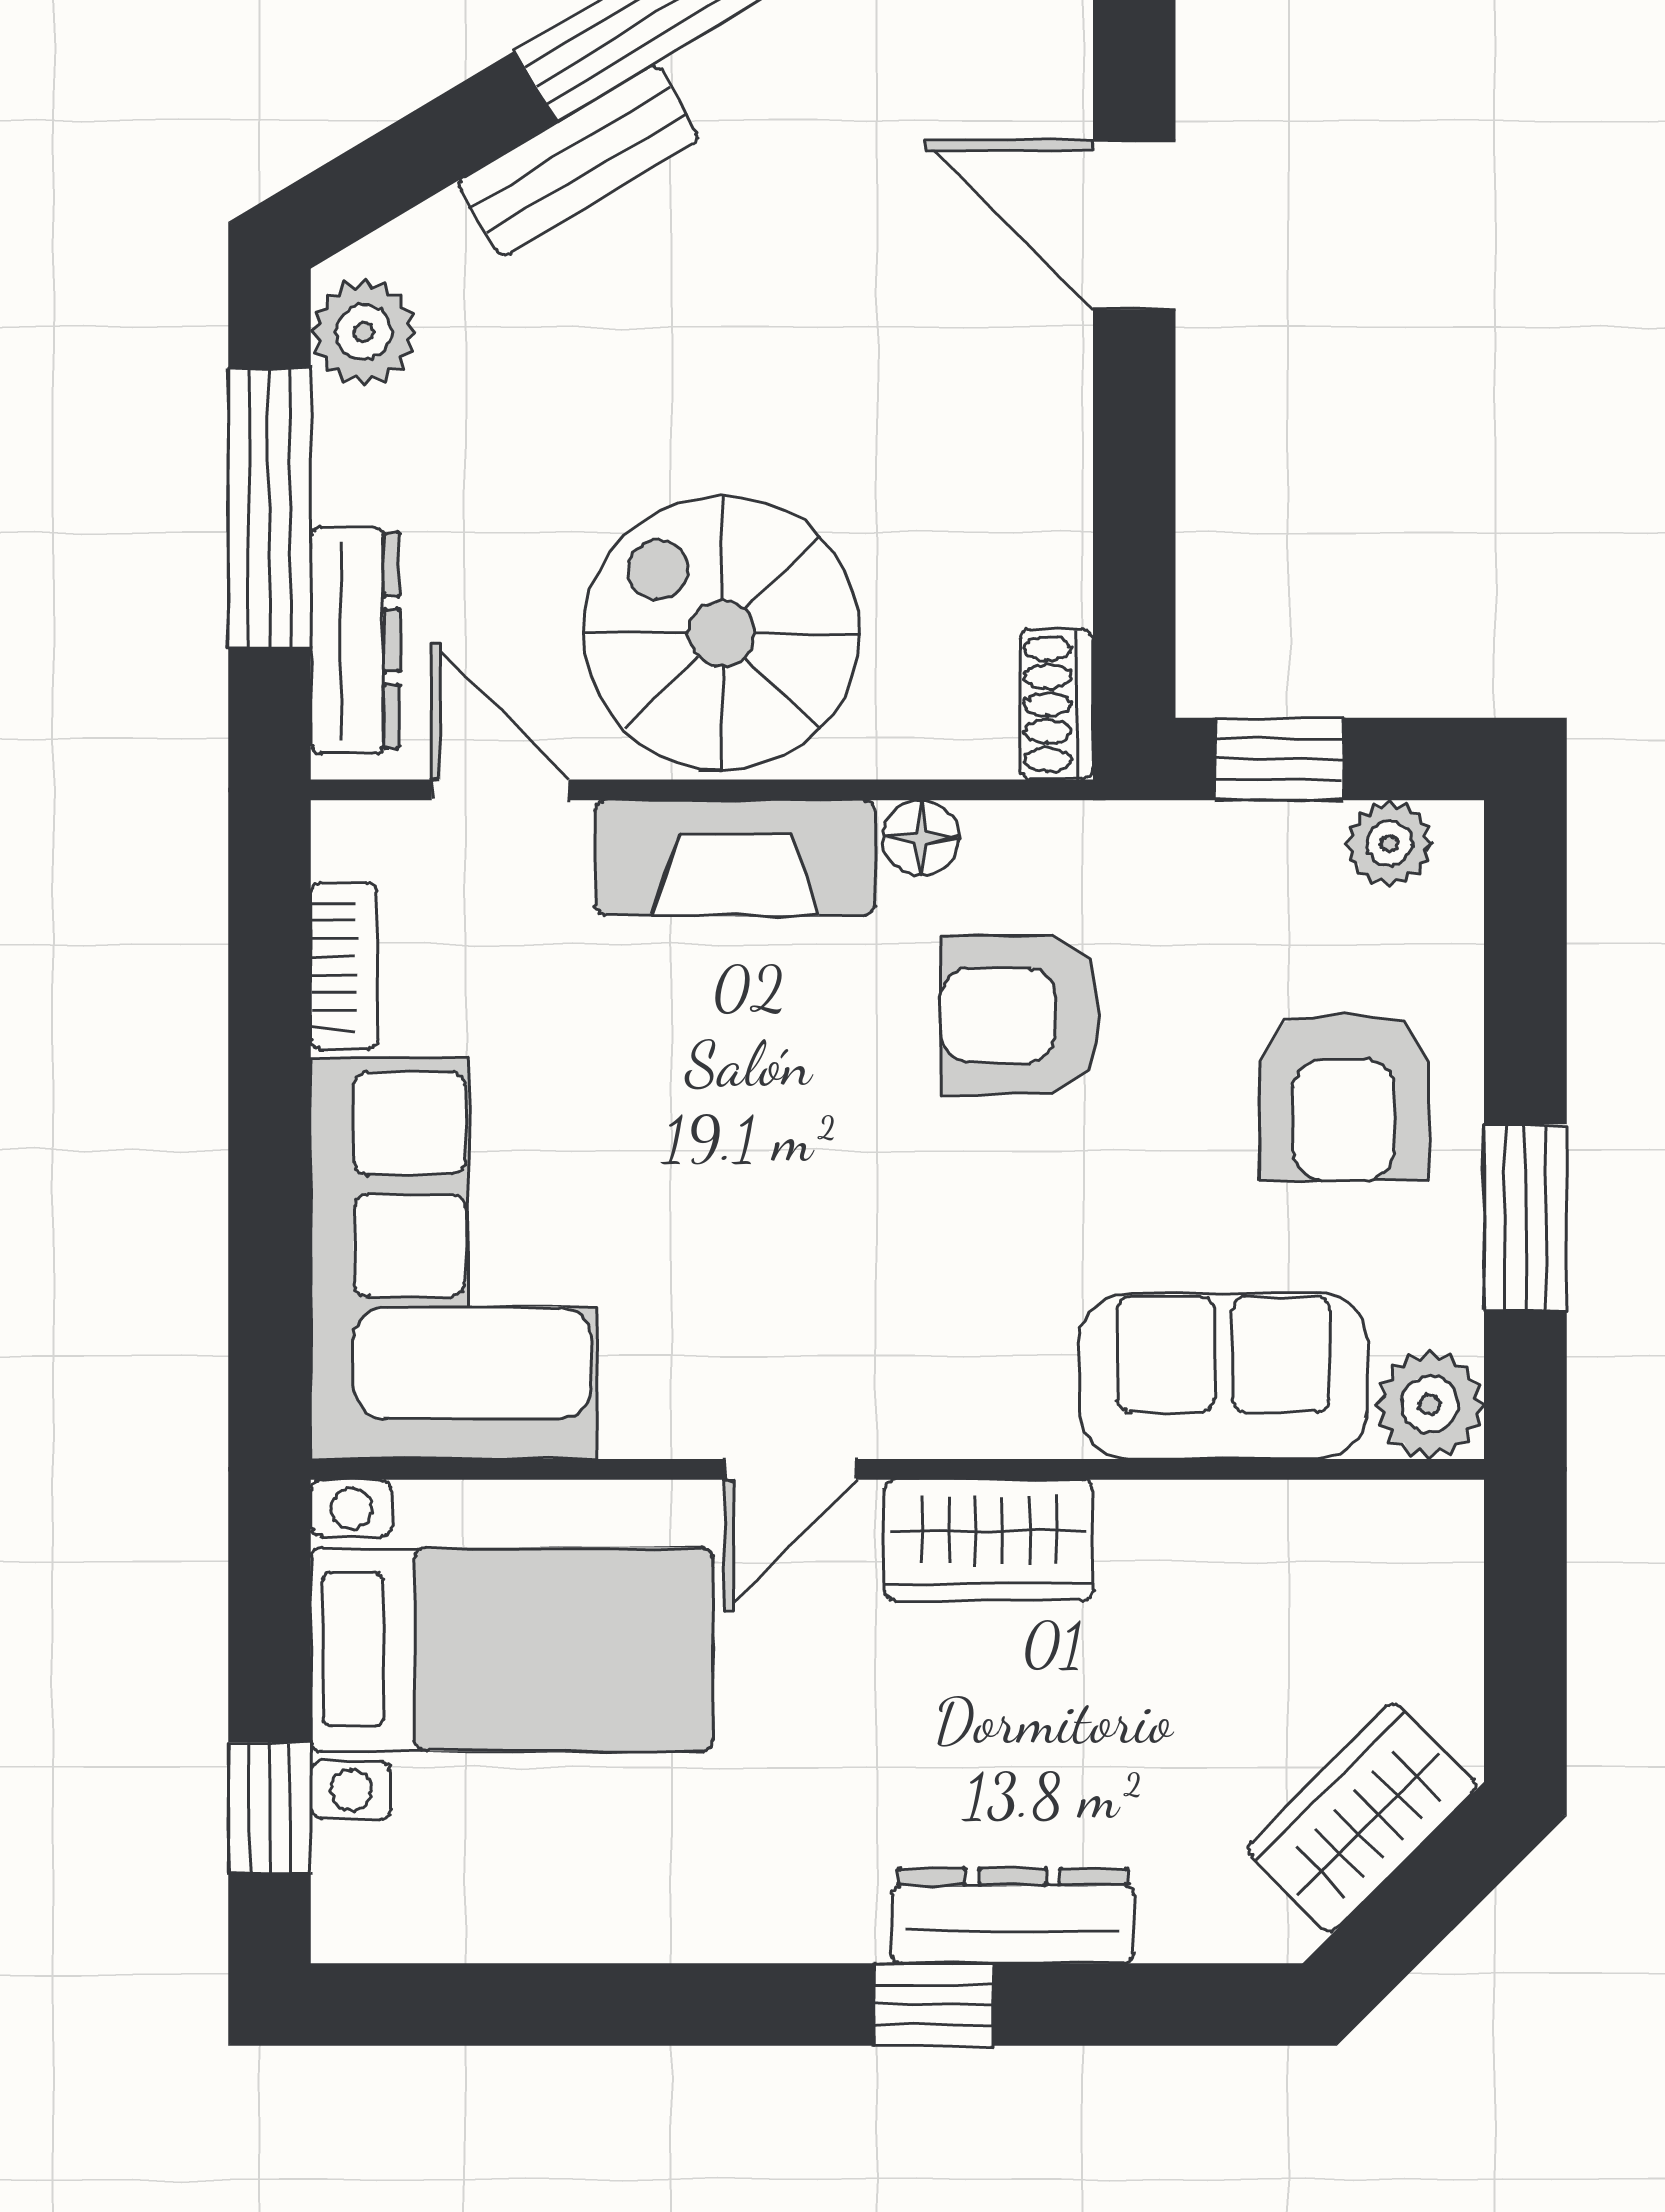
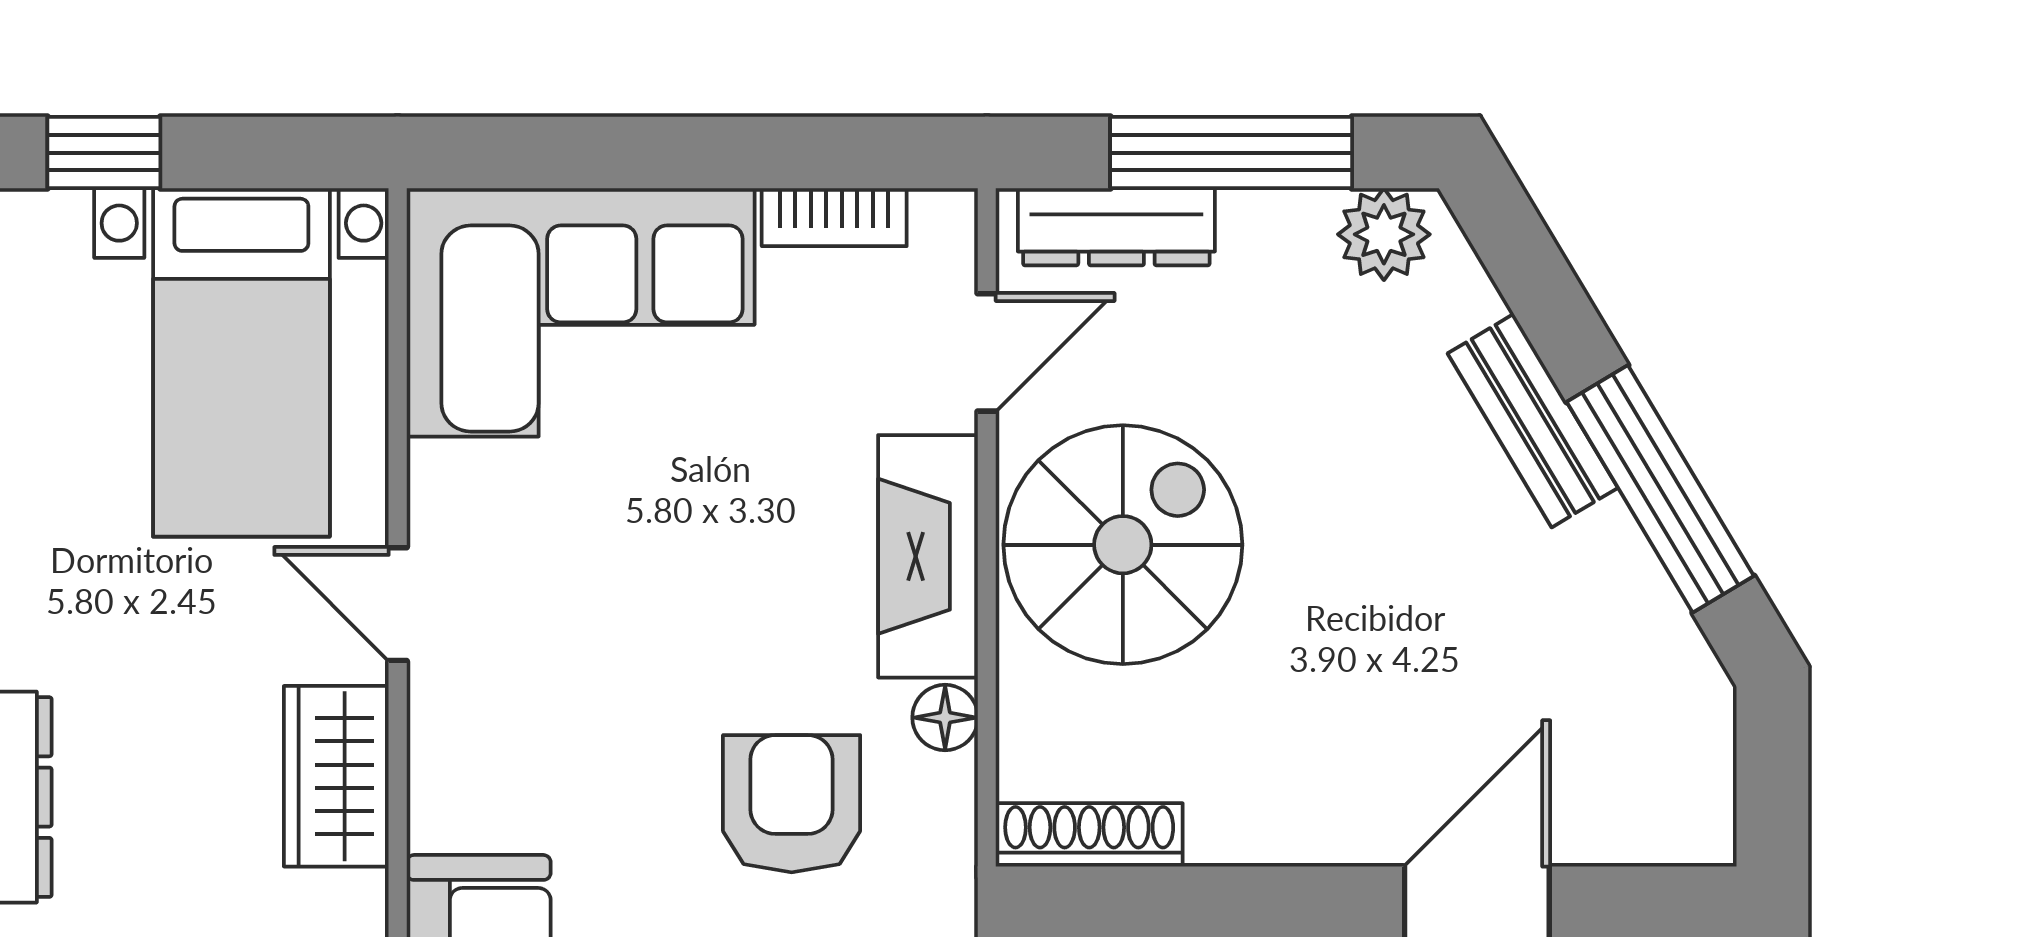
shoe rack: (1056, 704) -> (1089, 835), width x1.43

